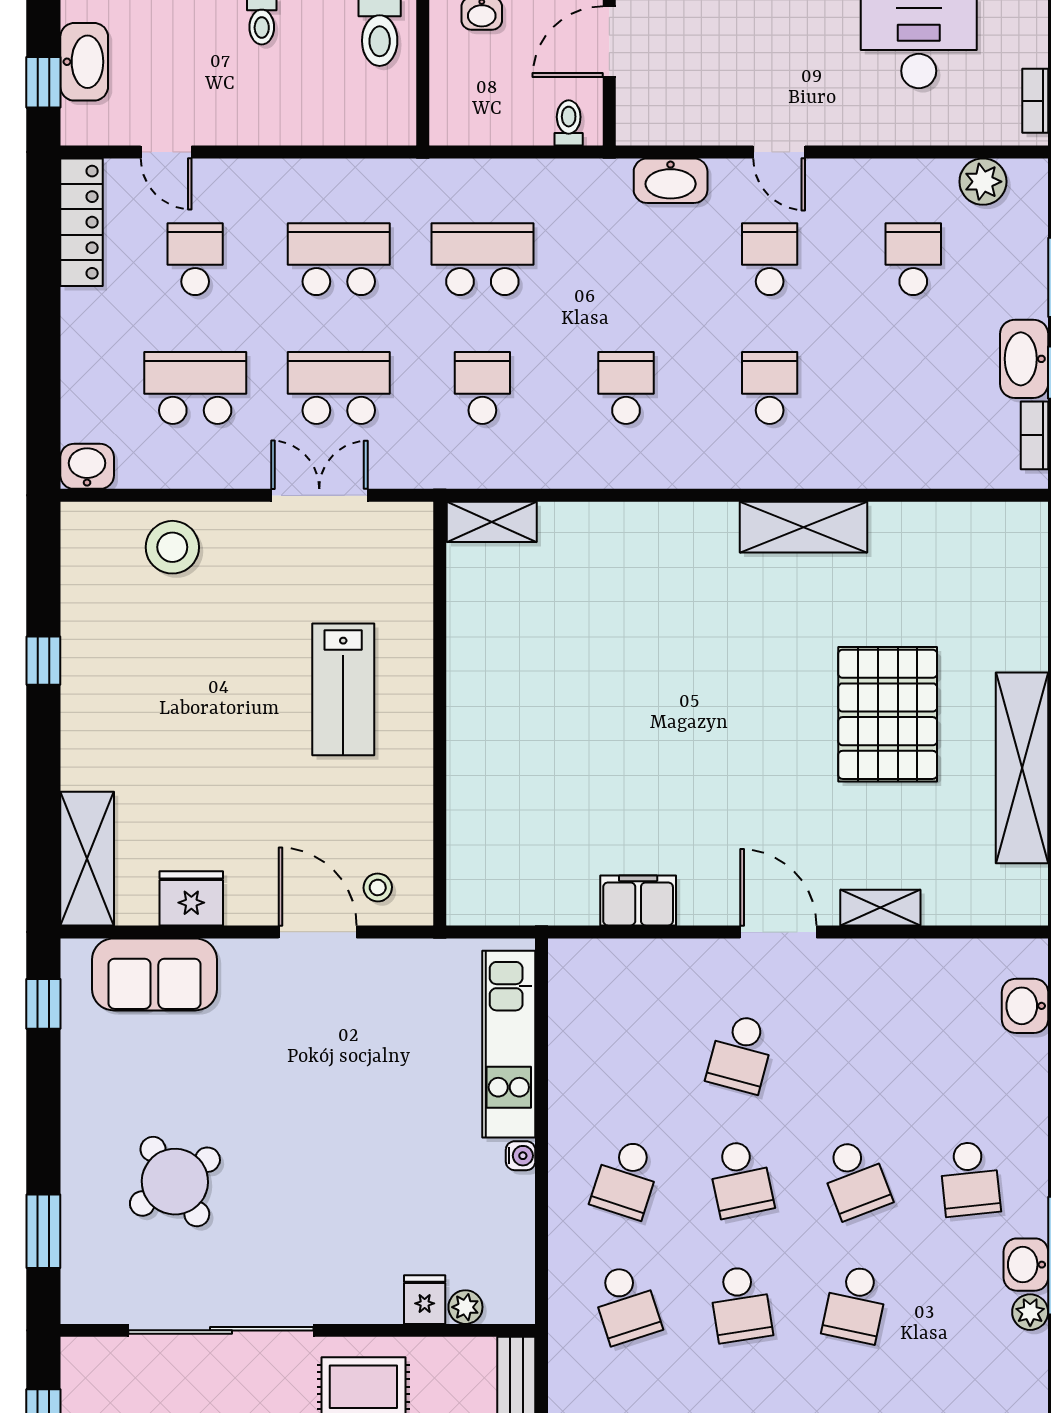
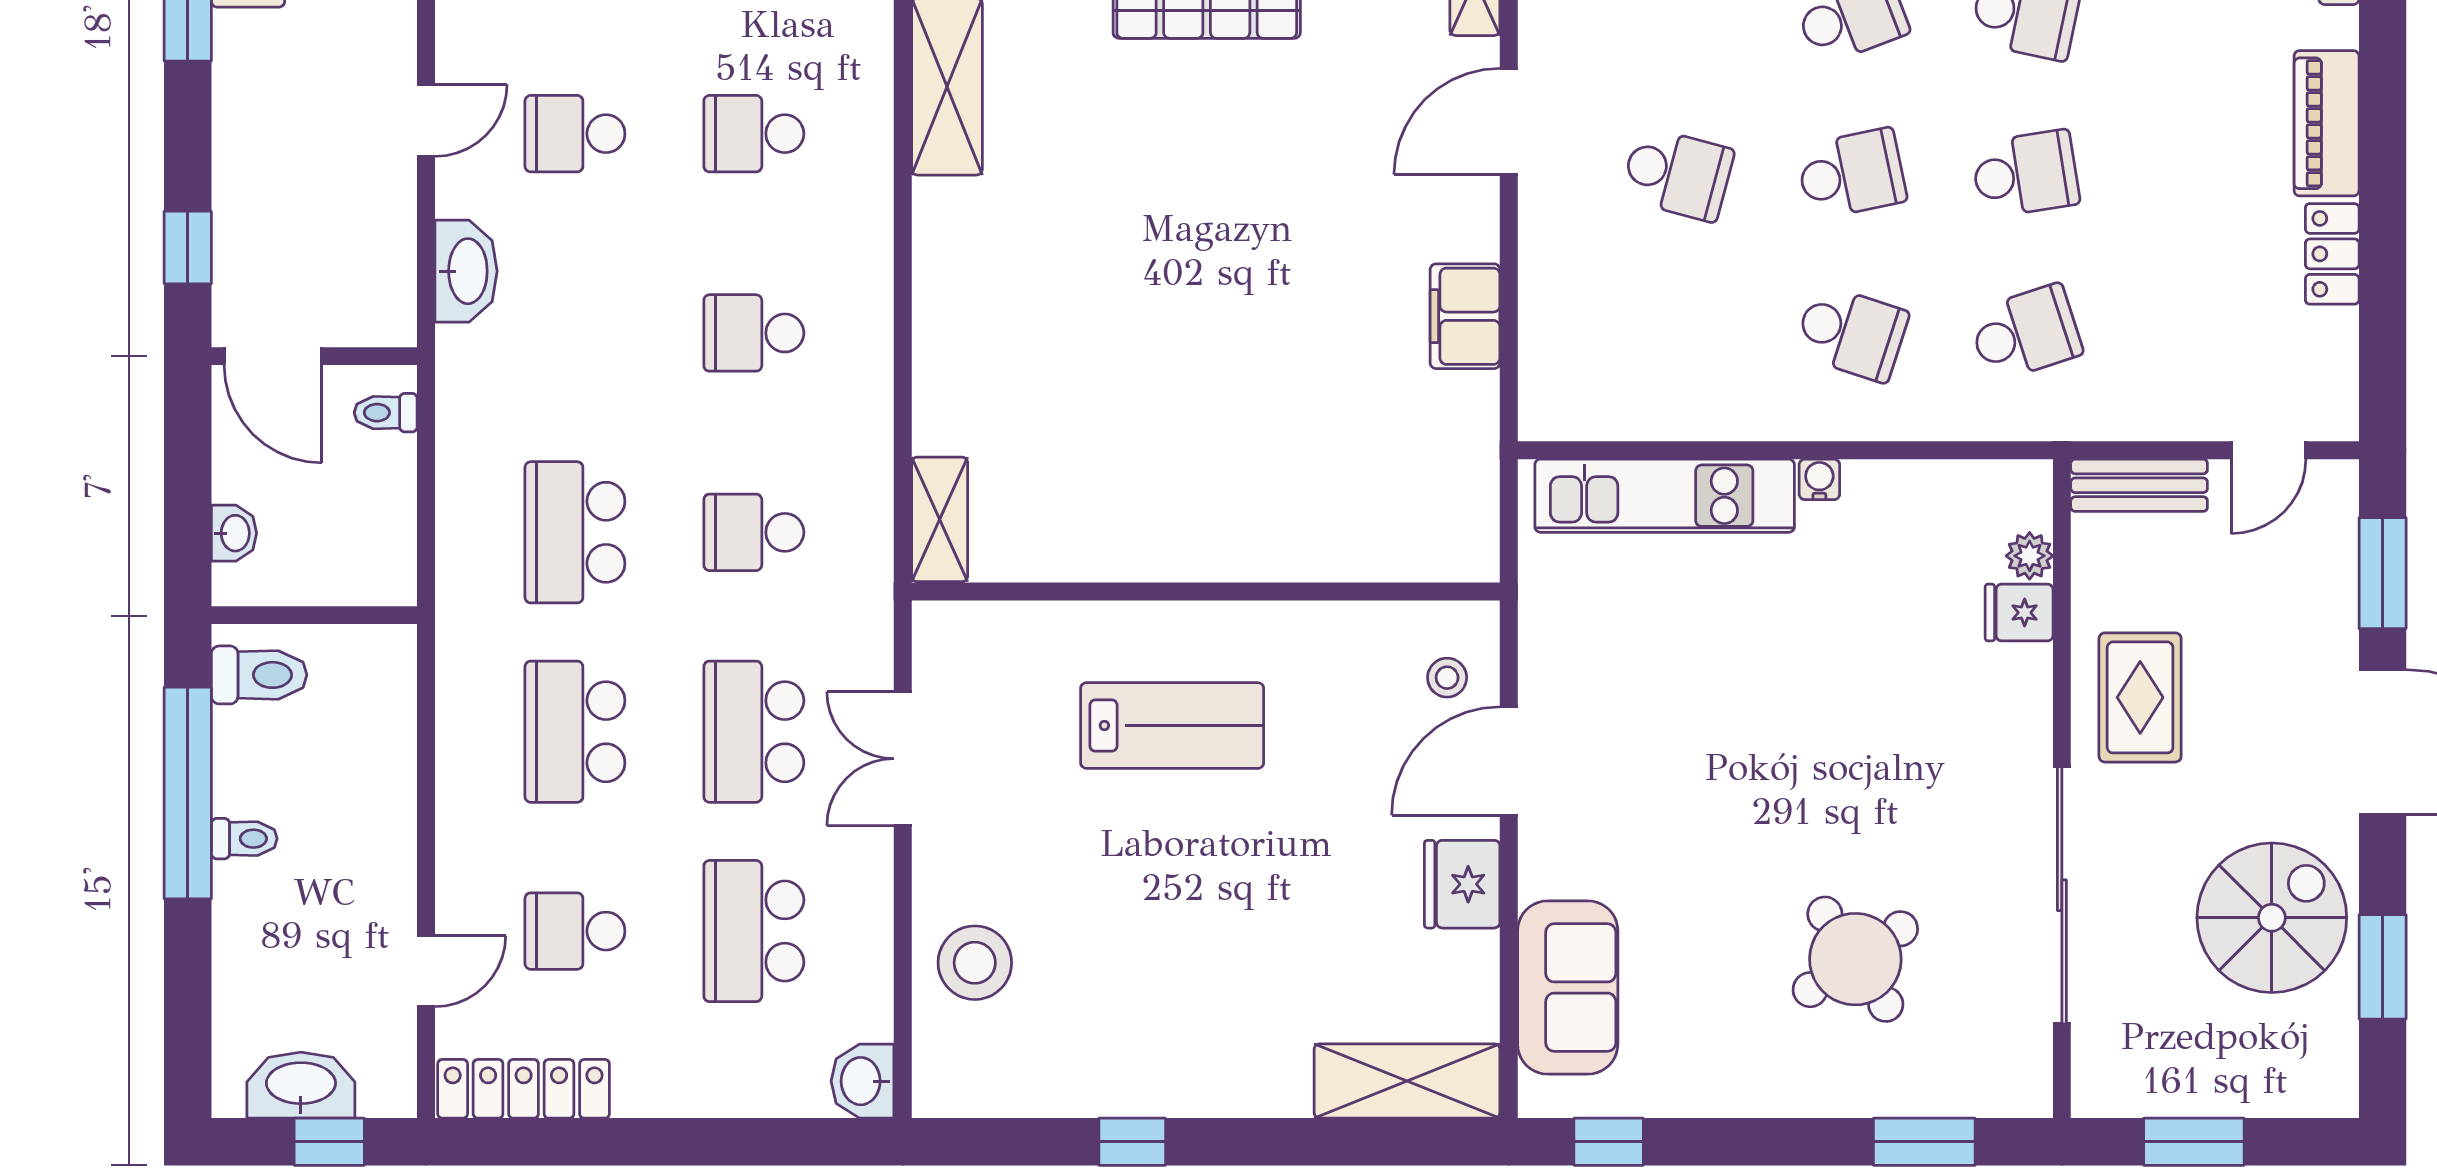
fridge: (191, 898) -> (1462, 884), moved

